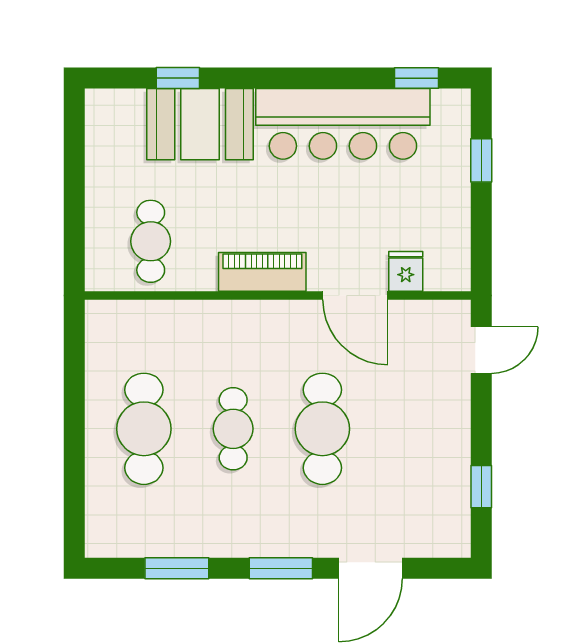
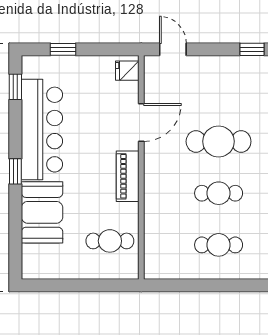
window: (178, 78) -> (15, 171), moved
fridge: (406, 271) -> (127, 71), moved
cafe table: (144, 429) -> (219, 245), width x0.73, depth x0.74

